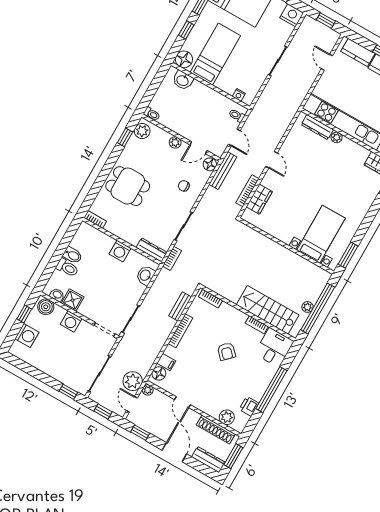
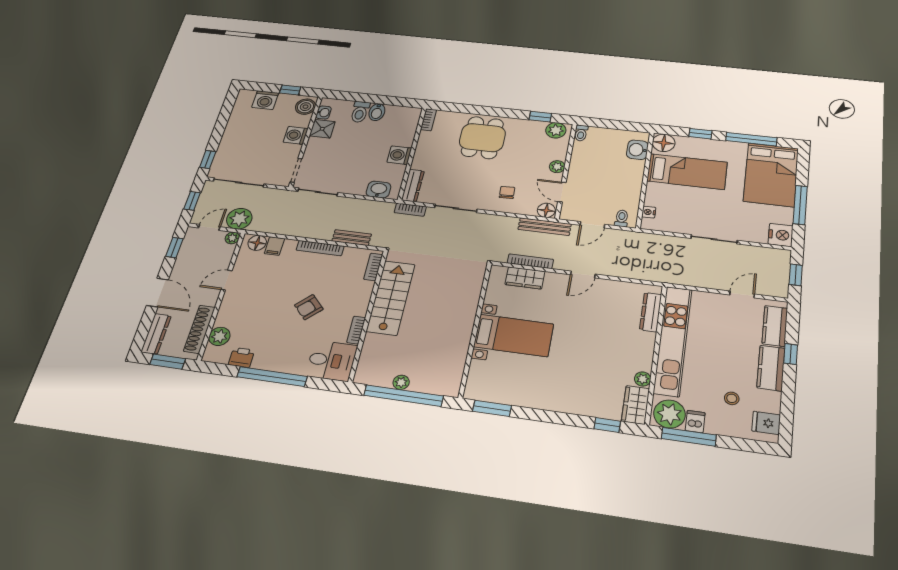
plant: (337, 137) -> (643, 379), moved
bed with nightstands: (321, 234) -> (514, 335), moved
stairs: (268, 310) -> (391, 298), moved
door: (174, 452) -> (157, 293), hinge flipped

